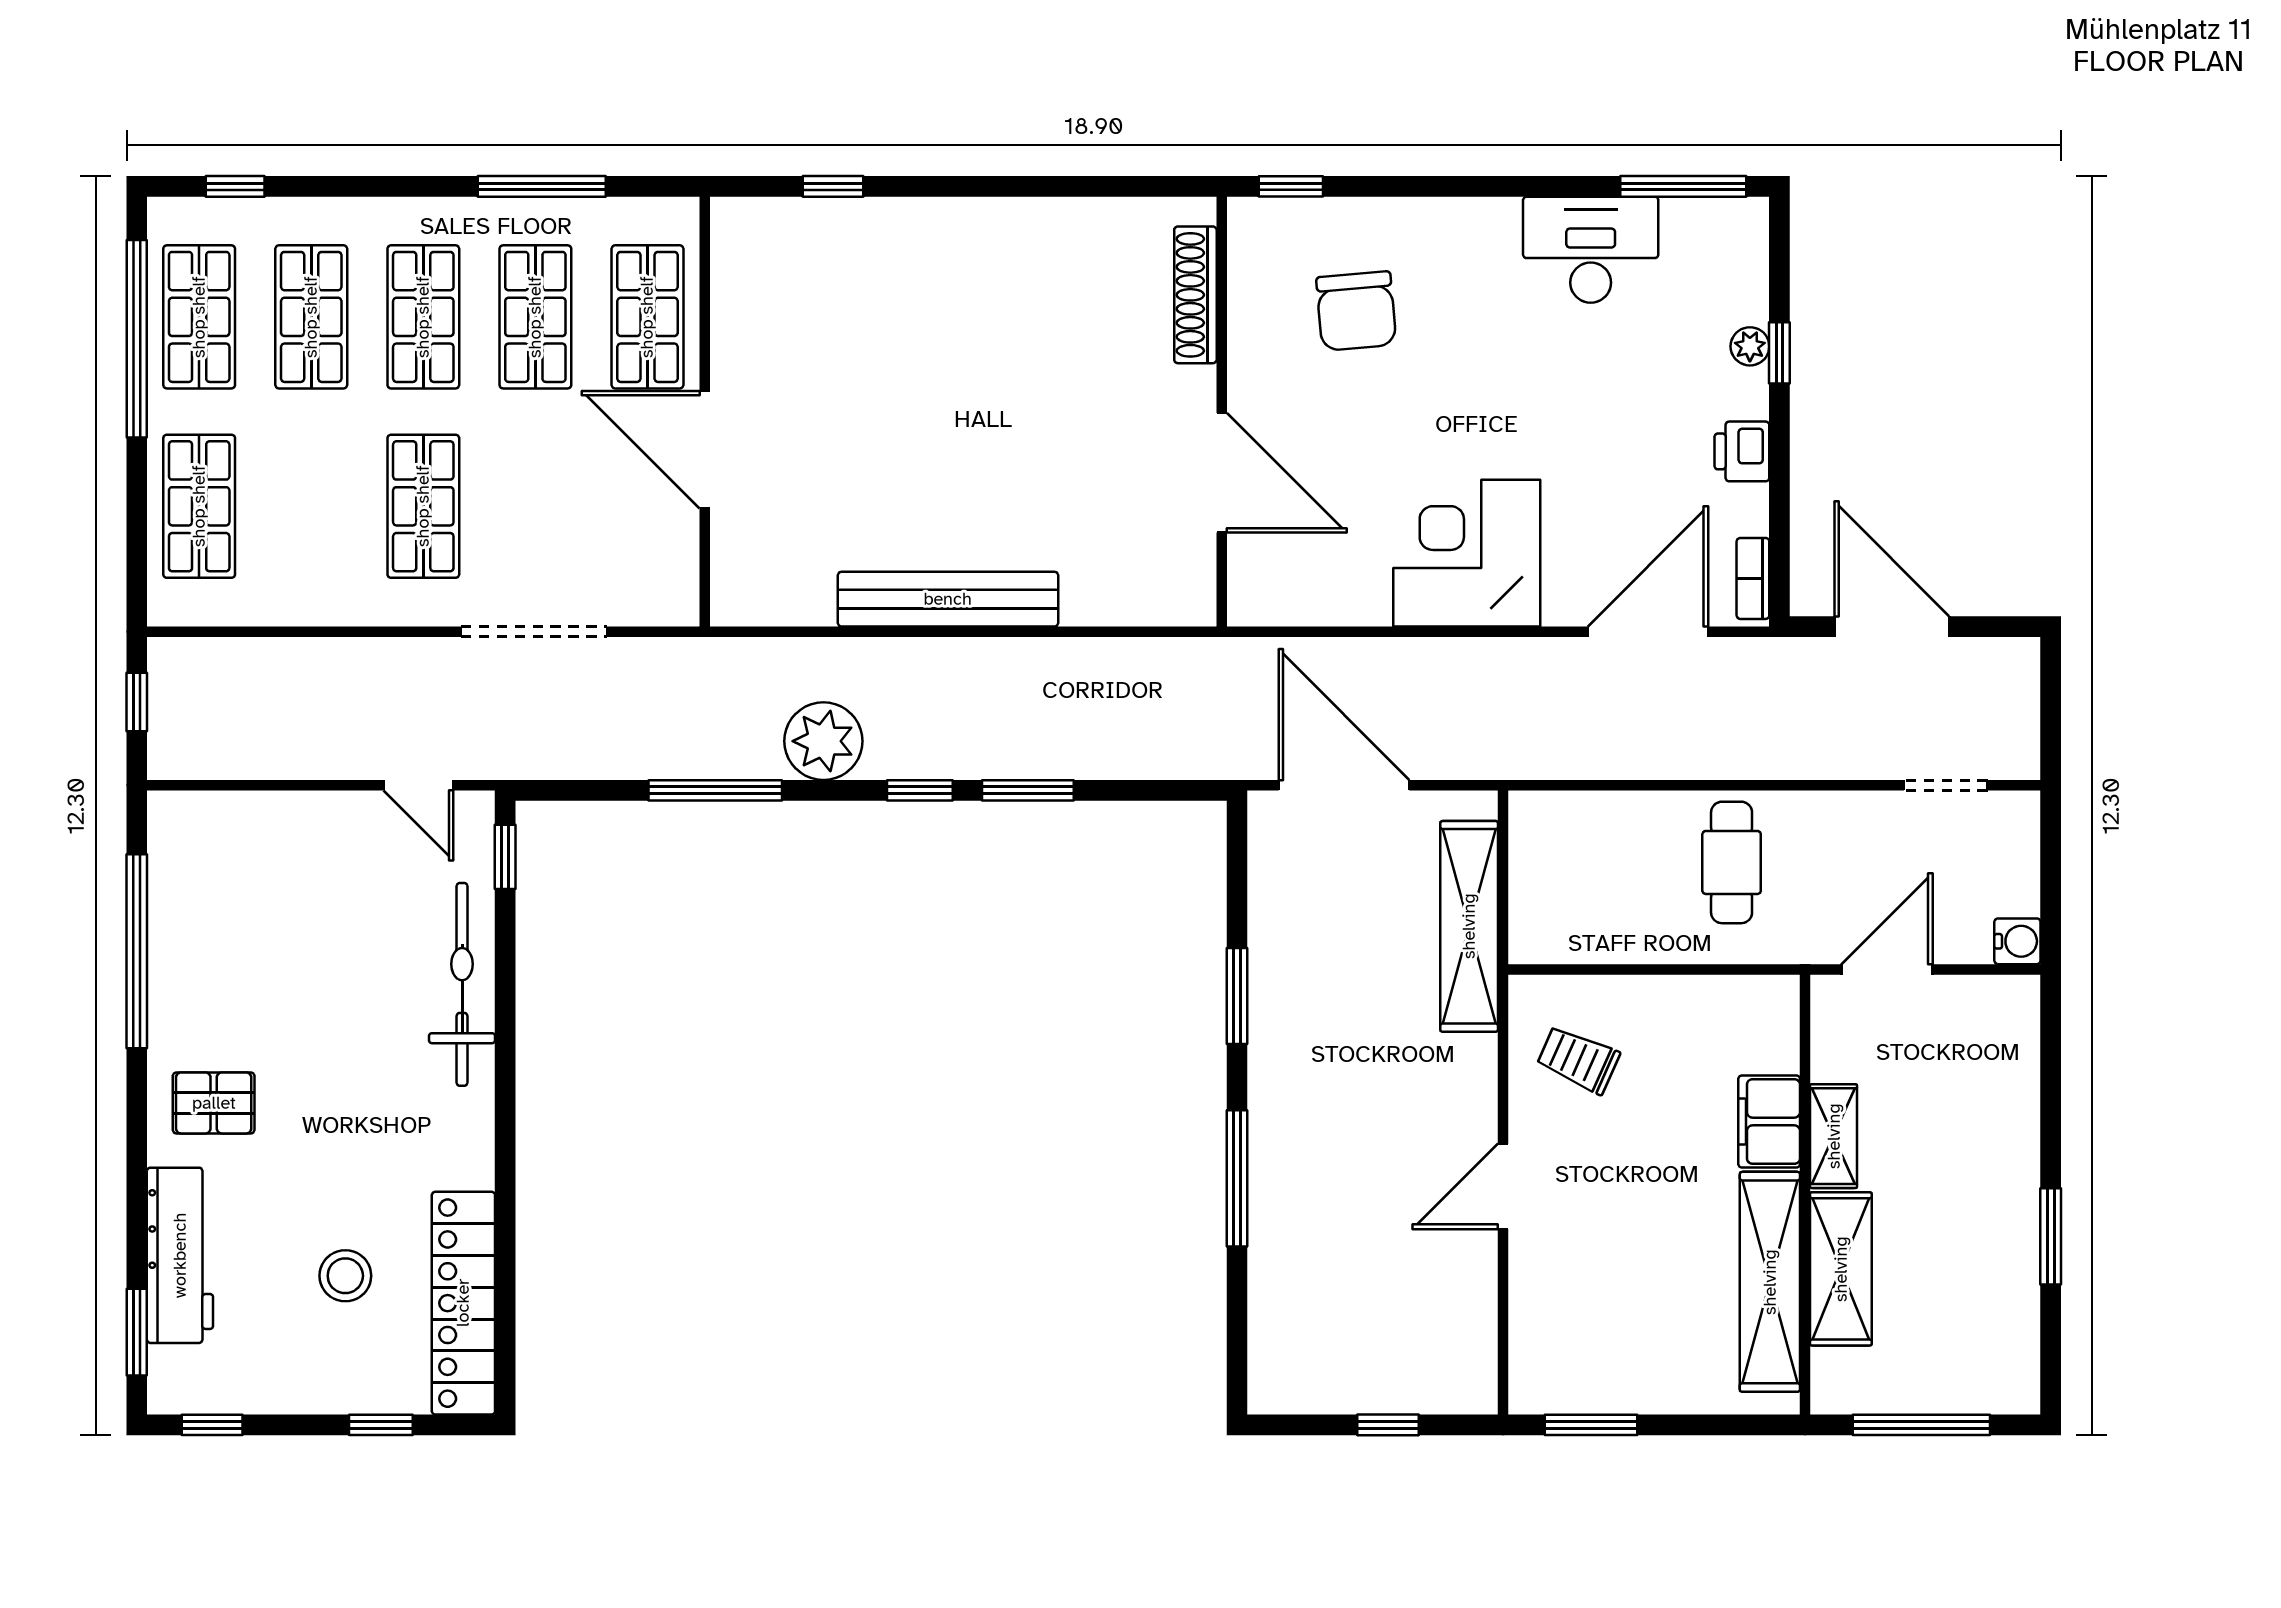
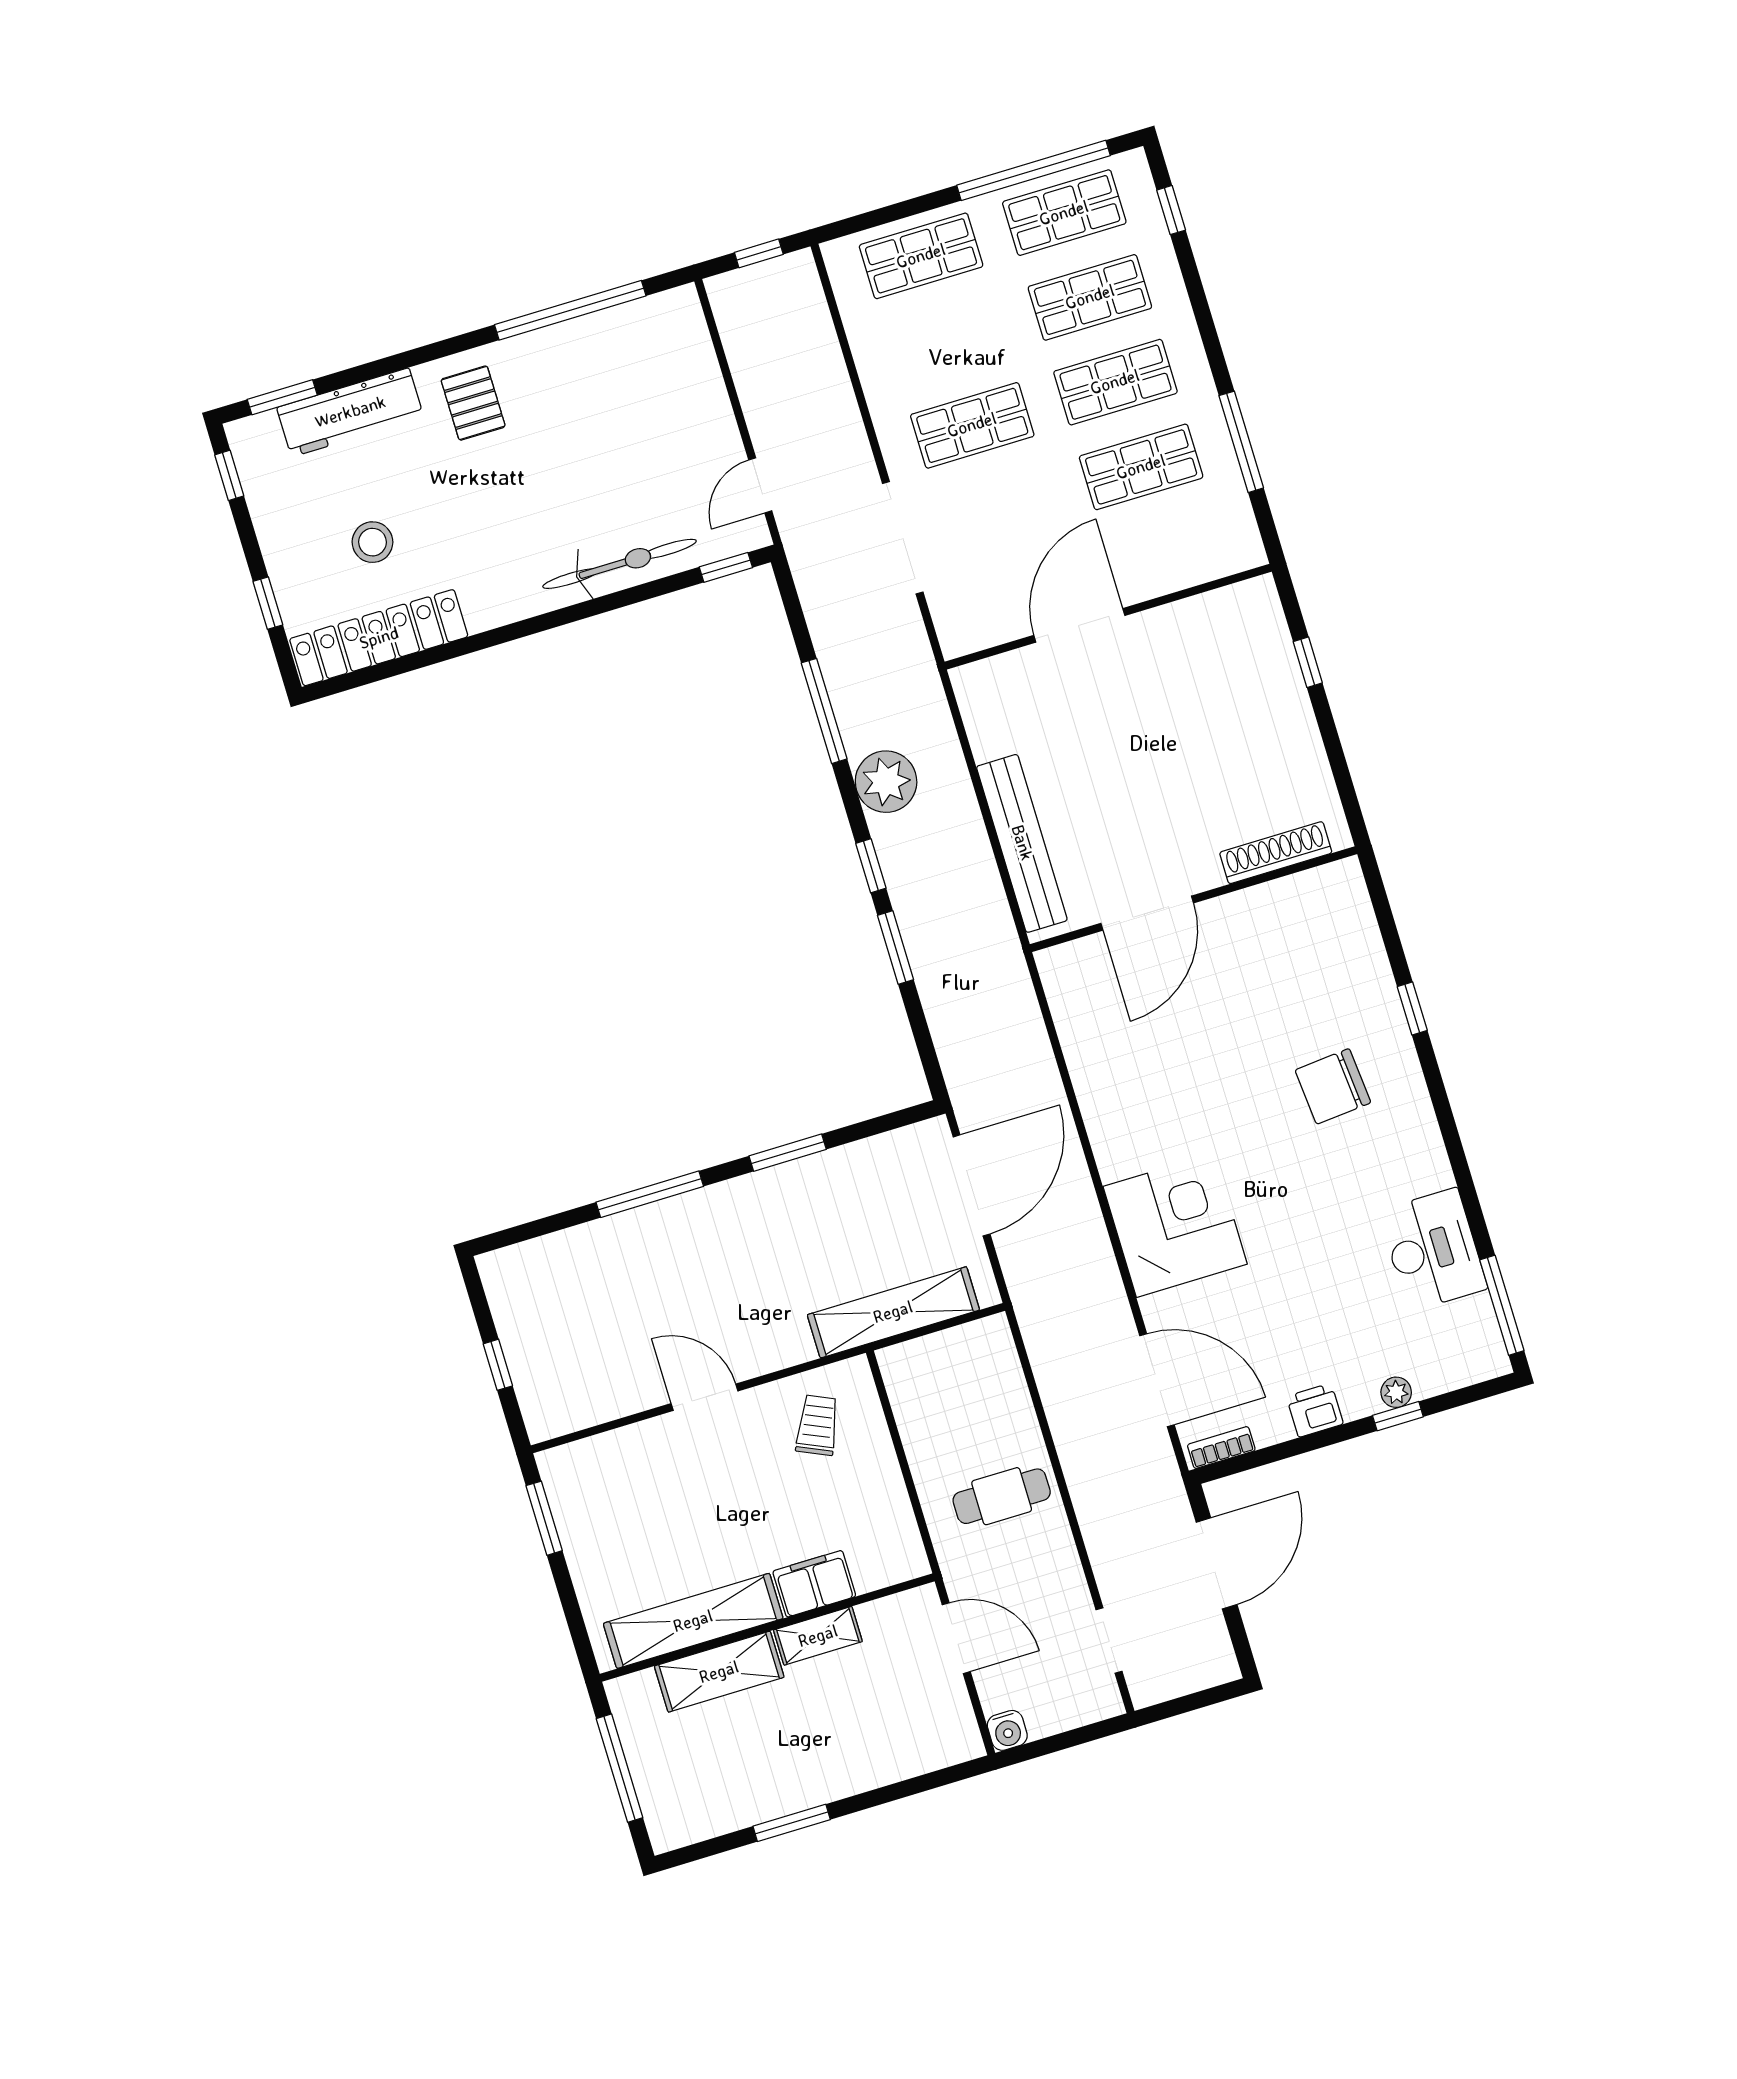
shoe rack: (1195, 295) -> (1276, 853), moved
shop shelf: (647, 317) -> (1167, 552), removed
wall: (1222, 412) -> (1193, 899), moved
door: (1222, 473) -> (1147, 913), moved

